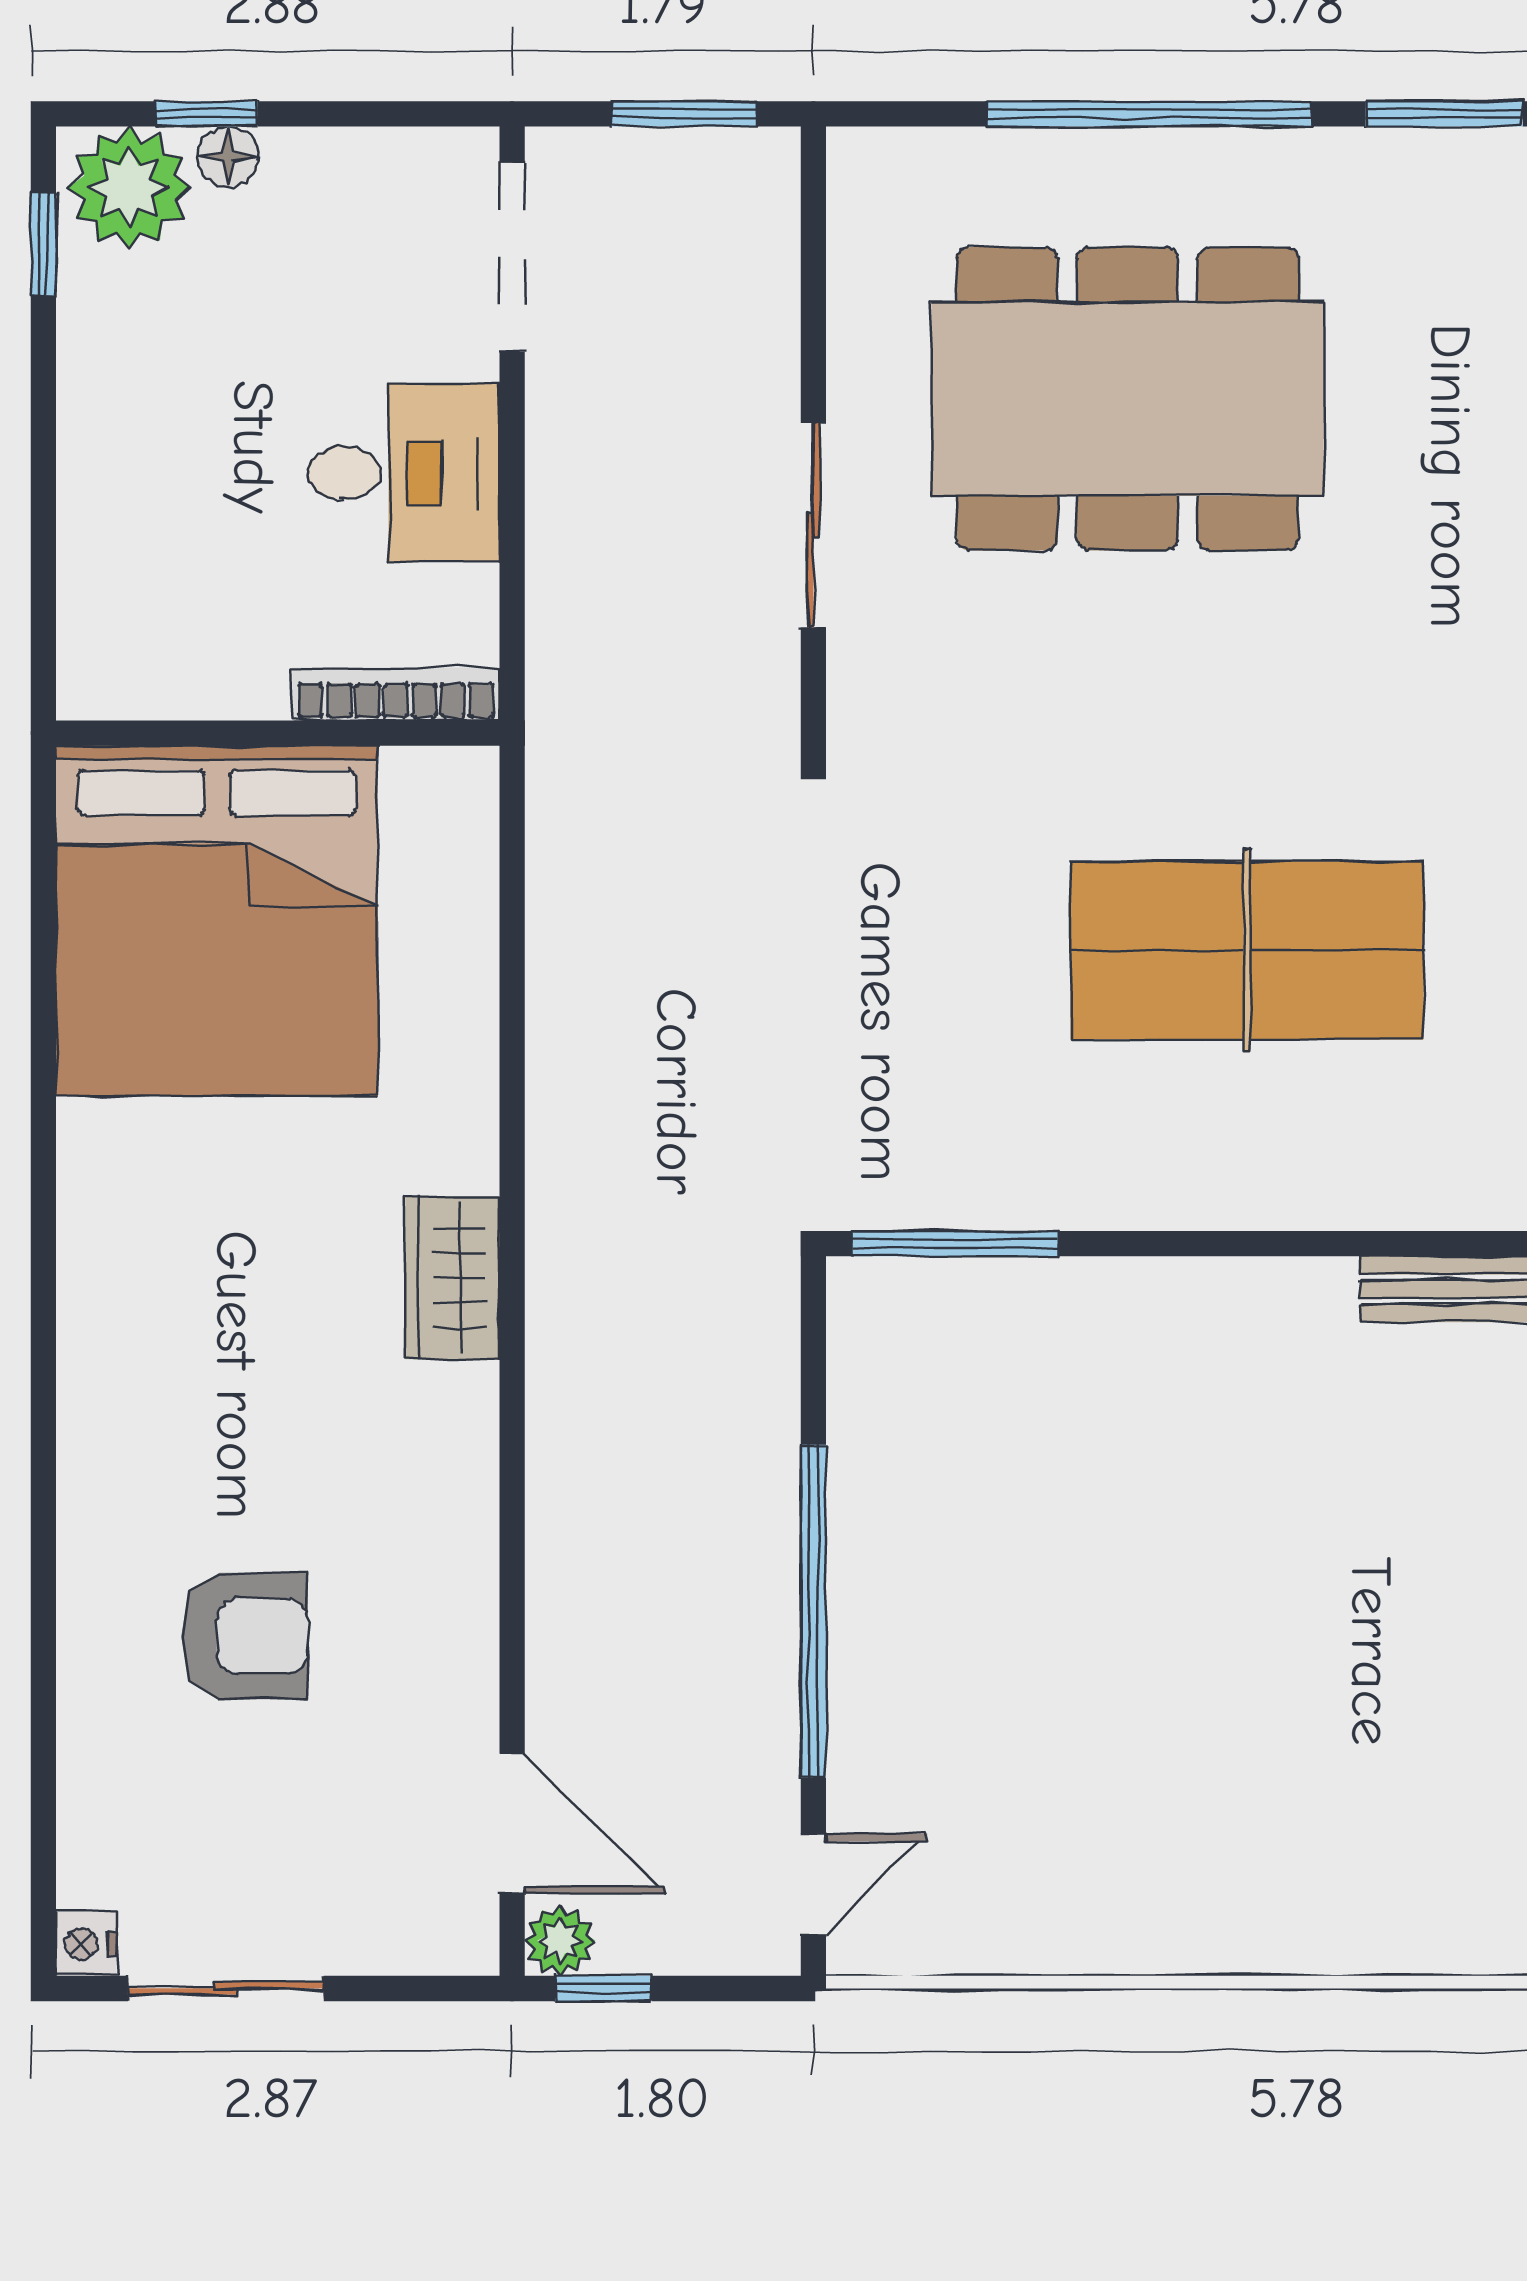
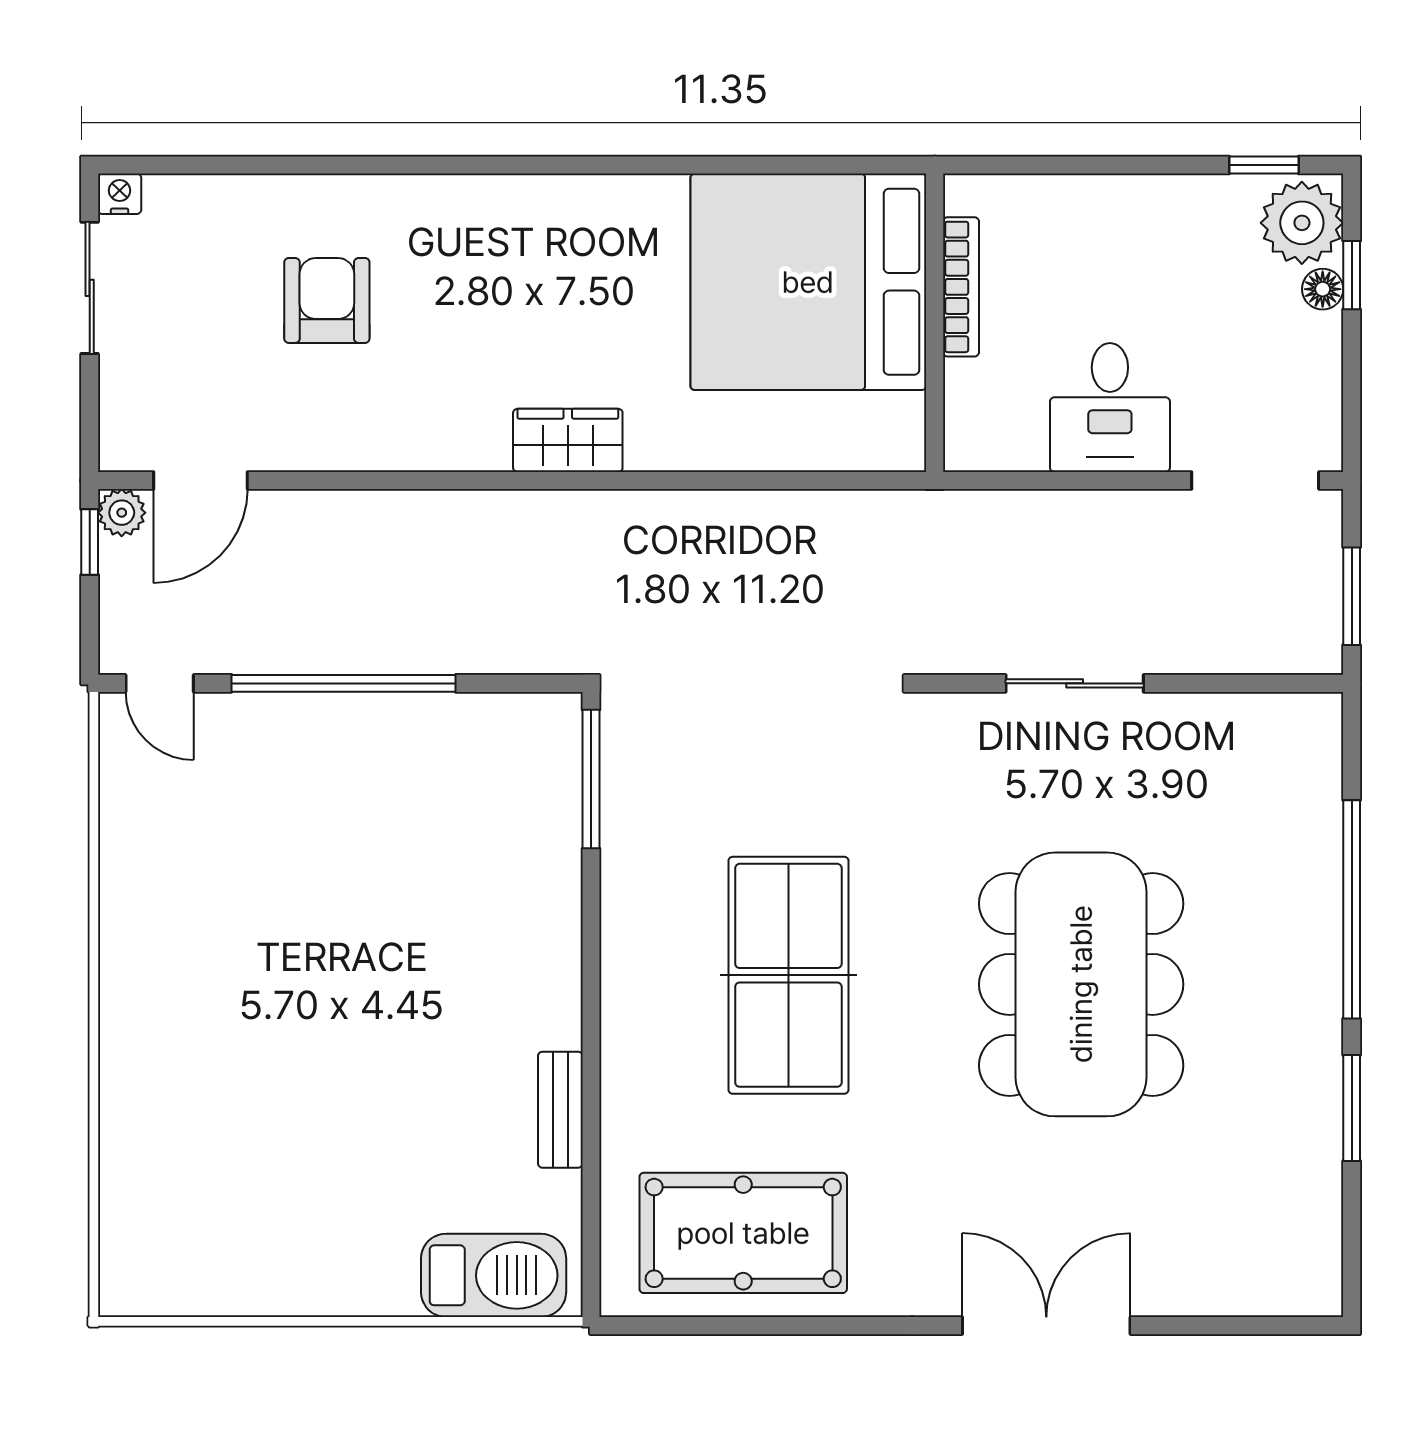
dining table: (1128, 399) -> (1081, 984), moved
bookcase: (396, 694) -> (961, 287), moved
armchair: (245, 1636) -> (327, 300), turned 180

